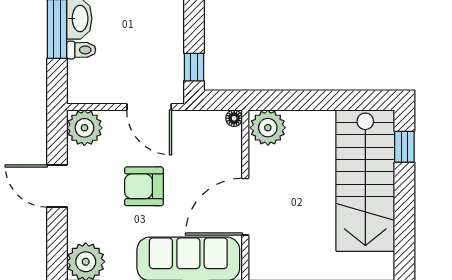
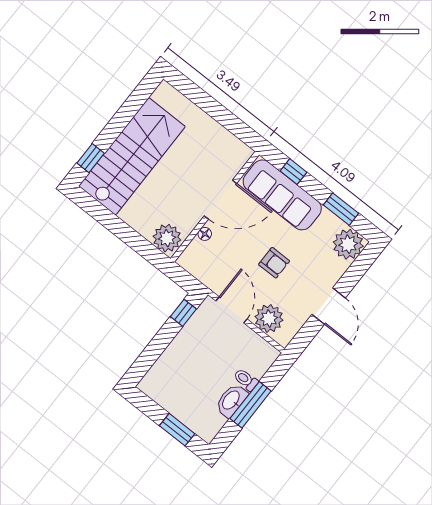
floor lamp: (234, 118) -> (205, 234), moved
plant: (84, 128) -> (269, 318), moved
armchair: (144, 186) -> (274, 263), width x0.72, depth x0.72

